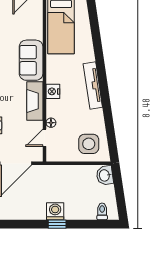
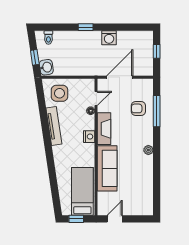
sofa: (31, 60) -> (107, 168), width x1.36
tv unit: (93, 86) -> (54, 126), moved
window: (119, 187) -> (35, 57), added
washing machine: (55, 211) -> (109, 38), moved

